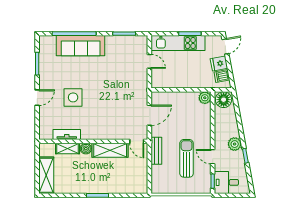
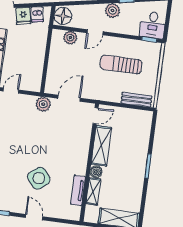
plant: (141, 92) -> (43, 104), added
side table: (73, 97) -> (39, 178), turned -38
plant: (205, 98) -> (70, 38), moved
door: (149, 115) -> (69, 98), hinge flipped
bench: (156, 151) -> (137, 100), moved
door: (213, 157) -> (95, 32), moved

